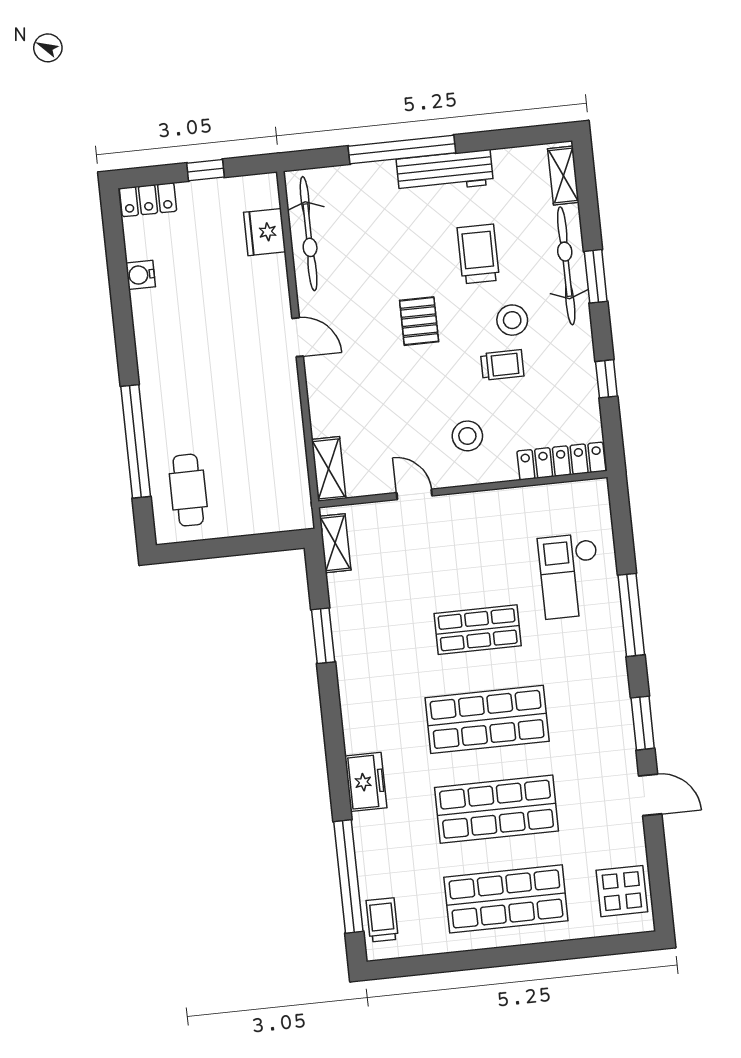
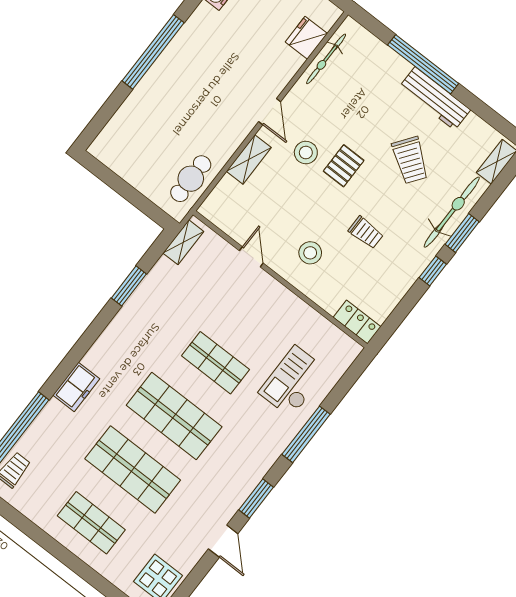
bicycle: (309, 234) -> (326, 59), width x0.73, depth x0.71
trolley: (478, 254) -> (410, 160), turned 126
stool: (512, 320) -> (306, 153), moved
window: (606, 379) -> (433, 271), moved
window: (136, 441) -> (153, 52), moved
locker: (561, 461) -> (357, 322), width x0.66
shelving: (329, 469) -> (249, 159), moved
cafe table: (188, 490) -> (191, 179), moved
shop shelf: (506, 899) -> (91, 523), width x0.70, depth x0.74

